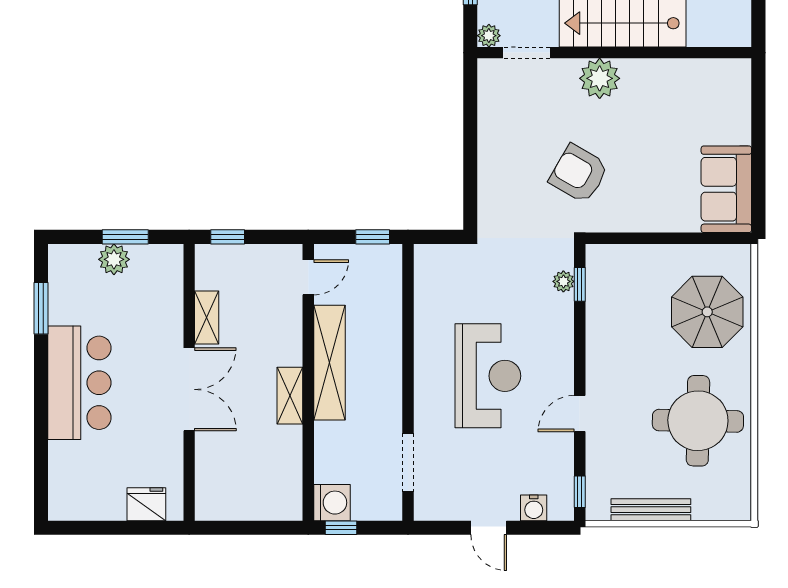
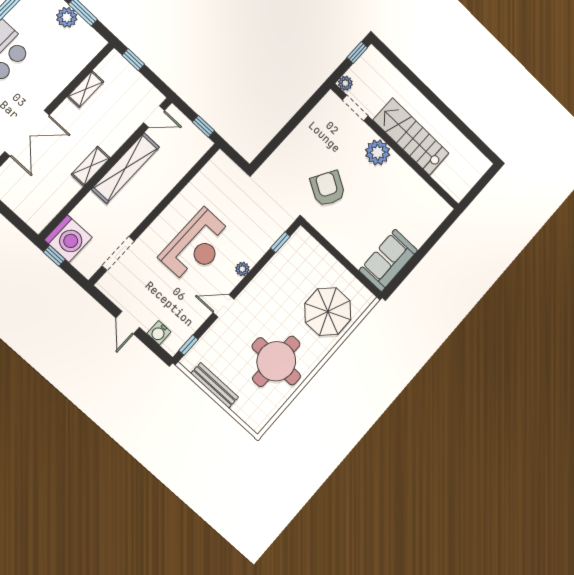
plant: (563, 281) -> (242, 269), moved
double door: (189, 389) -> (27, 133), moved
washing machine: (332, 503) -> (68, 239), width x1.37, depth x1.37

